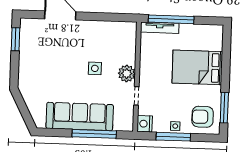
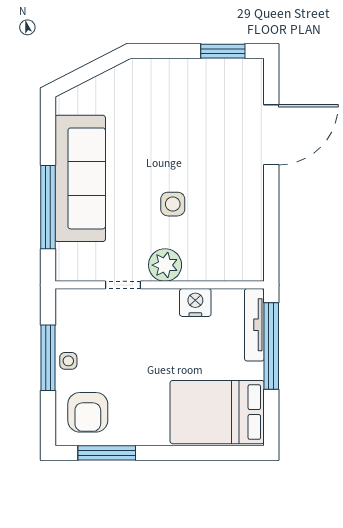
bed: (197, 67) -> (217, 412), moved, turned -90
armchair: (203, 117) -> (88, 412), turned 180
nightstand: (145, 124) -> (195, 302), moved

